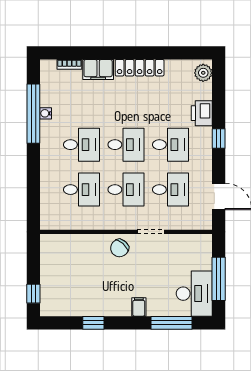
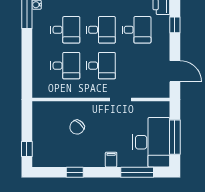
desk: (170, 190) -> (136, 66), removed
chair: (120, 248) -> (77, 127), moved
desk: (194, 294) -> (151, 142), width x1.36, depth x1.30

